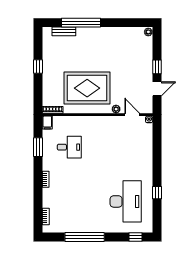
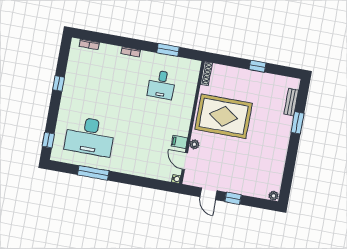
window: (81, 23) -> (298, 123), width x0.47
rug: (87, 88) -> (224, 116), turned 90
door: (132, 115) -> (185, 161), swing flipped
filing cabinet: (47, 123) -> (179, 142), moved
window: (157, 193) -> (93, 173), width x2.17
window: (85, 237) -> (59, 84), width x0.32

